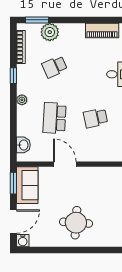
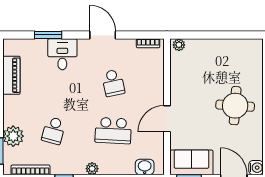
school desk: (55, 67) -> (54, 131), turned 39

